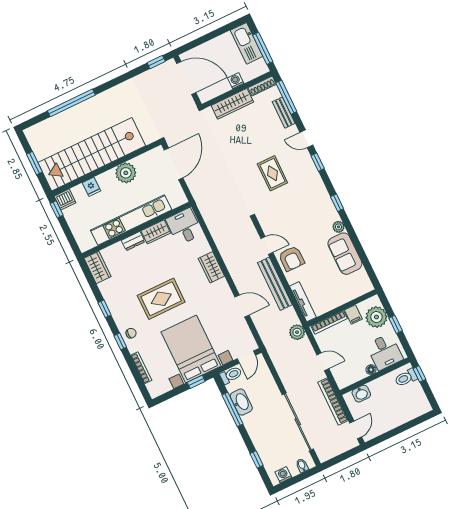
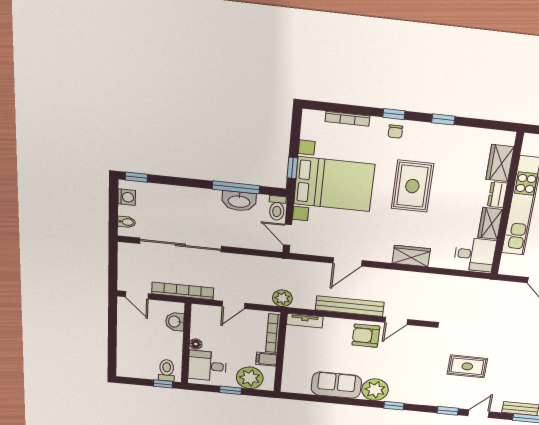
plant: (339, 227) -> (375, 390), width x1.88, depth x1.88
wardrobe: (98, 267) -> (500, 163), moved, turned 90
tv unit: (303, 302) -> (305, 321), width x0.71
window: (257, 459) -> (136, 177), moved

